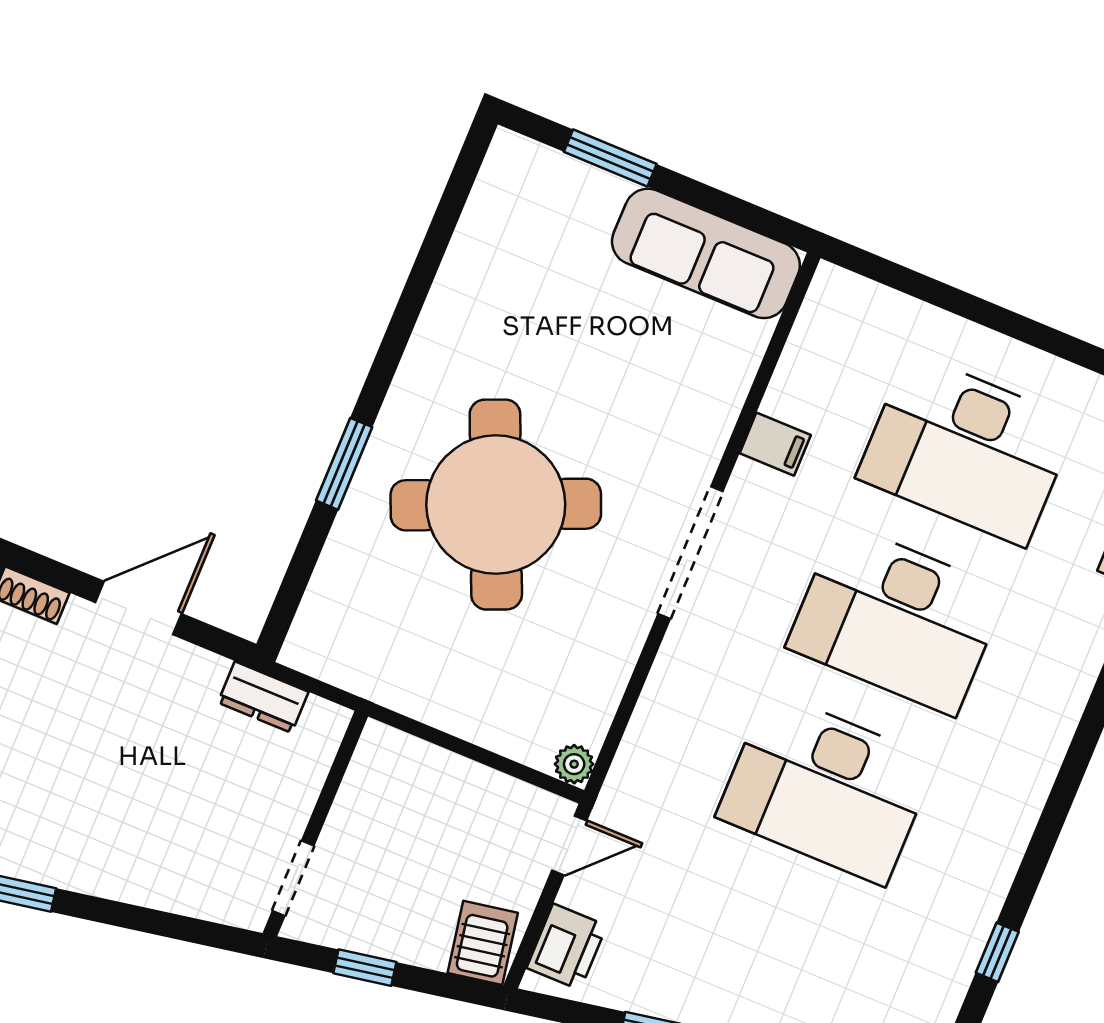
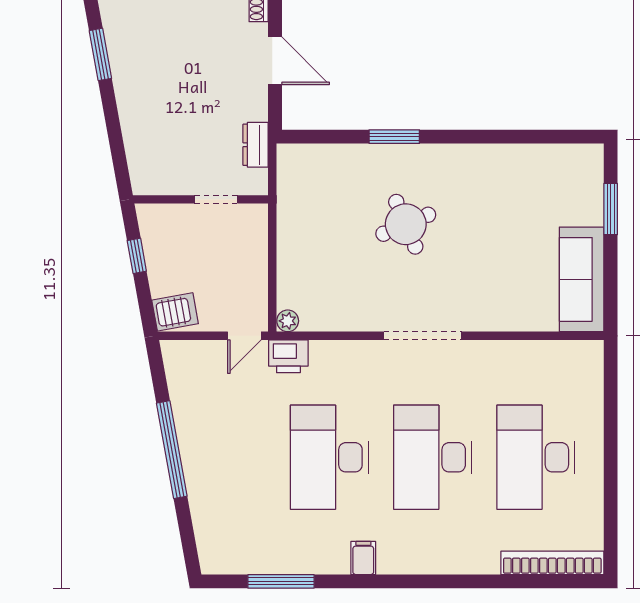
filing cabinet: (775, 444) -> (363, 558), moved, turned 180
round table: (496, 505) -> (406, 224), width x0.54, depth x0.54
door: (569, 845) -> (244, 336), hinge flipped
doorway: (293, 878) -> (216, 199), moved
printer: (567, 947) -> (288, 356), moved
window: (997, 952) -> (281, 581), width x2.17

